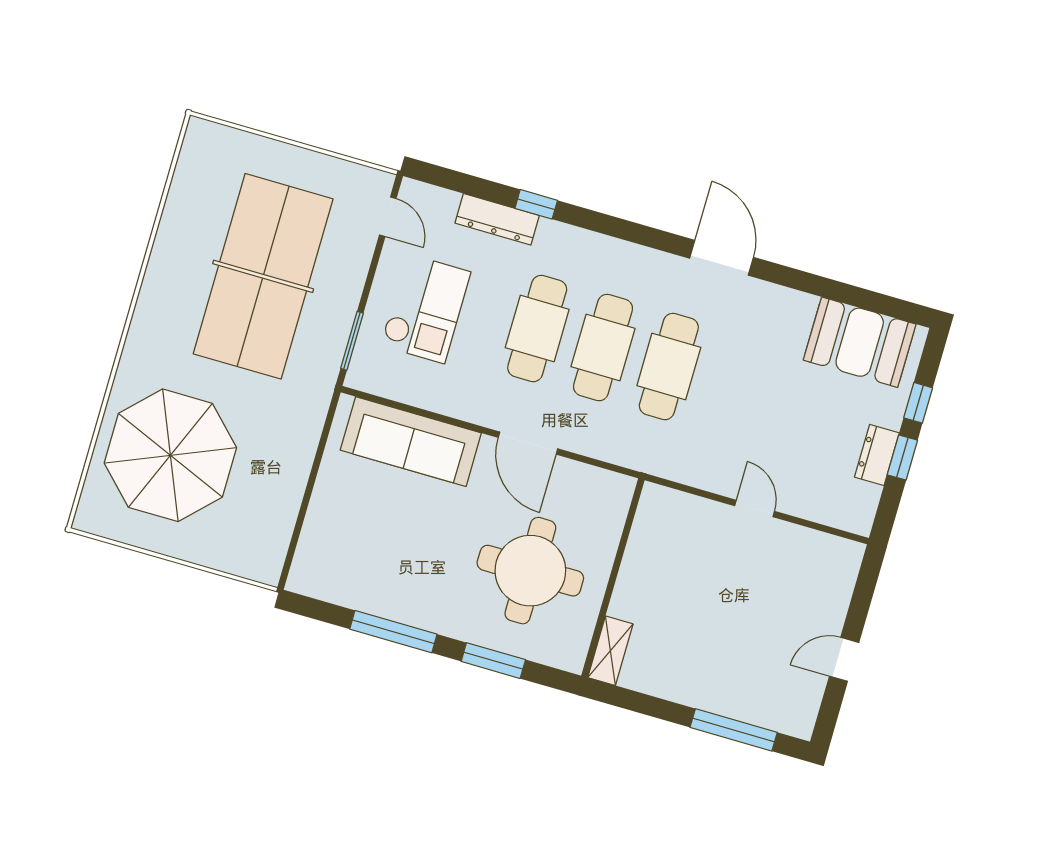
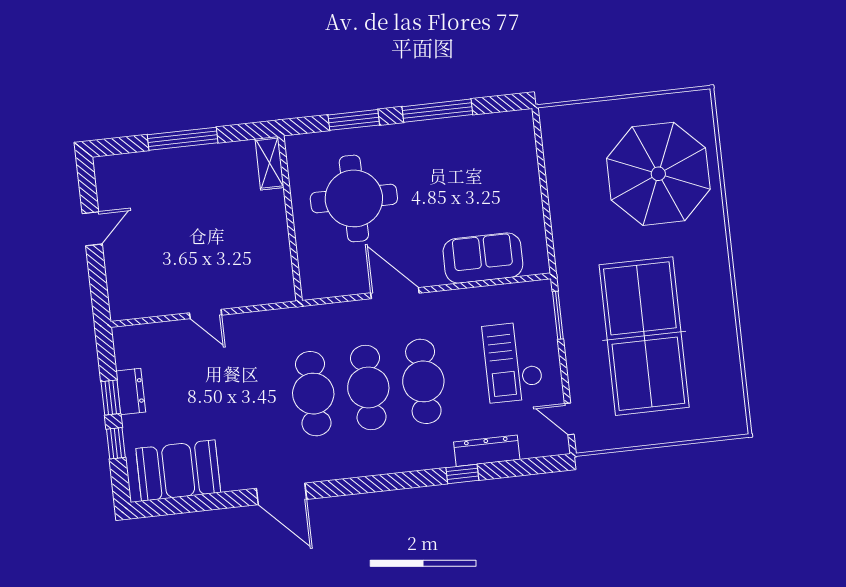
door: (722, 258) -> (282, 494), moved
sofa: (411, 442) -> (483, 258), width x0.73
window: (734, 730) -> (183, 139), moved

